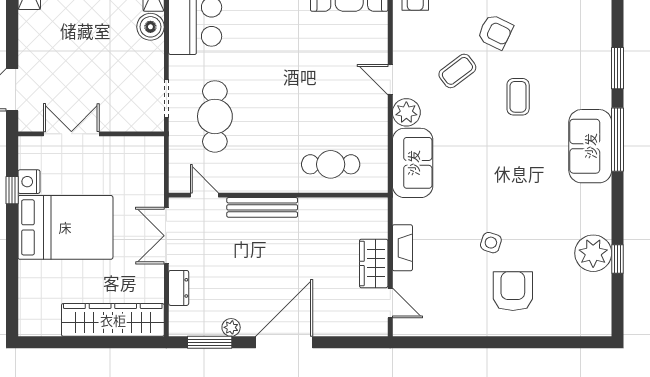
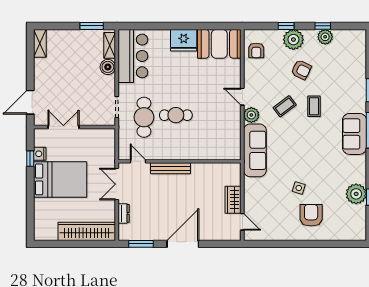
coffee table: (457, 71) -> (285, 106), moved
sofa: (413, 163) -> (255, 150), width x1.36
cafe table: (331, 164) -> (176, 115), moved
fireplace: (402, 248) -> (249, 191), removed
plant: (231, 327) -> (153, 236), removed

